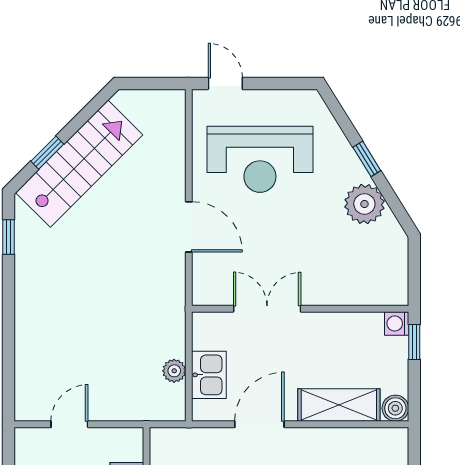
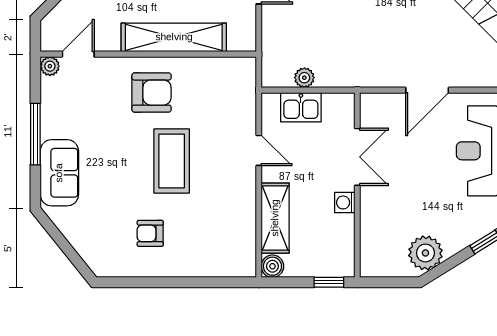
plant: (364, 204) -> (425, 253), moved
washing machine: (397, 323) -> (345, 202), moved, turned -90
door: (259, 424) -> (259, 150), width x0.73

